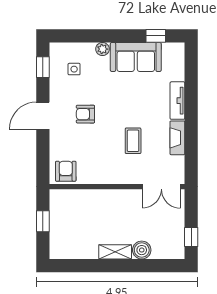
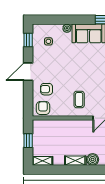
armchair: (85, 114) -> (47, 89), moved
coffee table: (133, 141) -> (79, 99), moved
shelving: (65, 252) -> (42, 161), added

